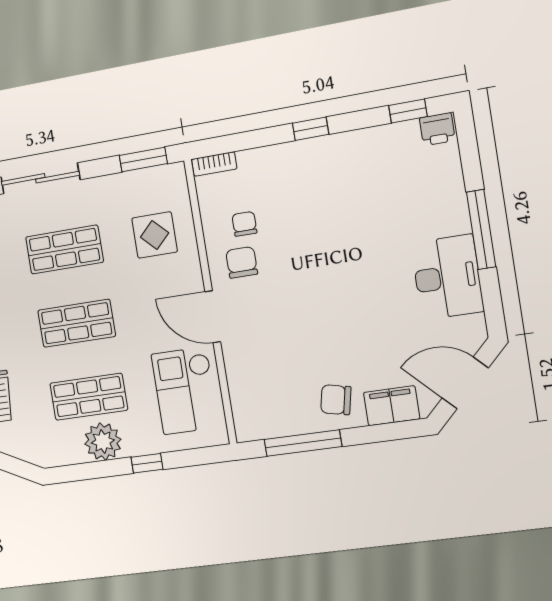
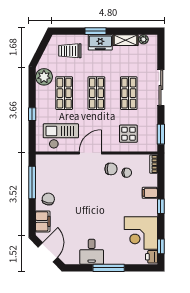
filing cabinet: (283, 161) -> (150, 193), added
corner desk: (383, 165) -> (141, 233), added
desk: (447, 277) -> (92, 252), width x0.73
plant: (103, 442) -> (44, 77), moved

